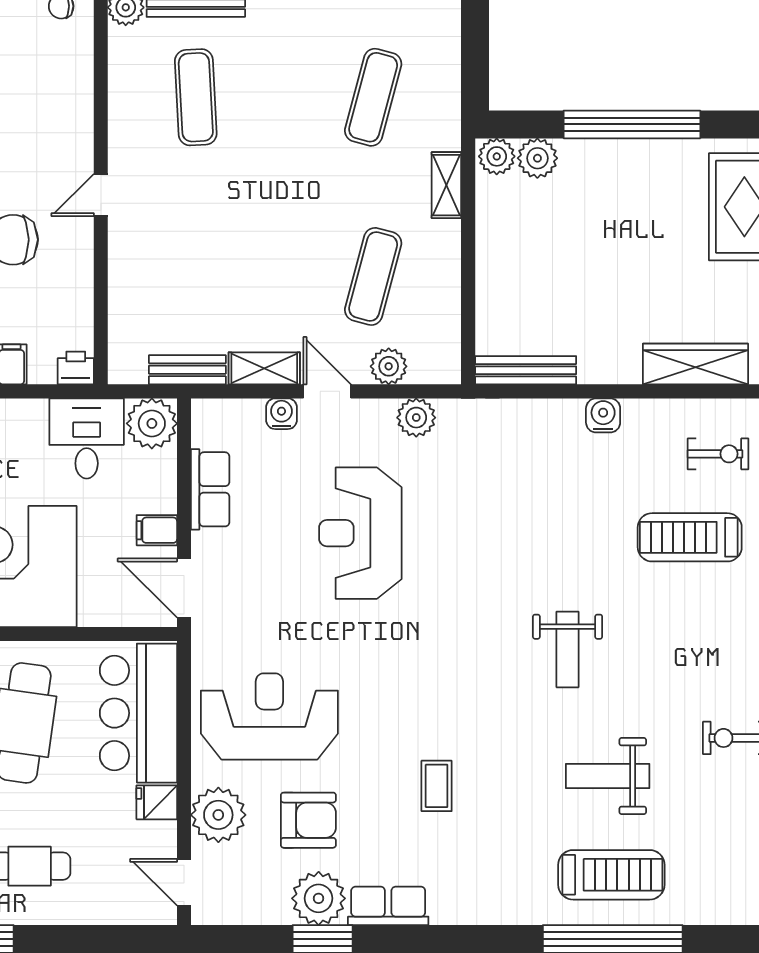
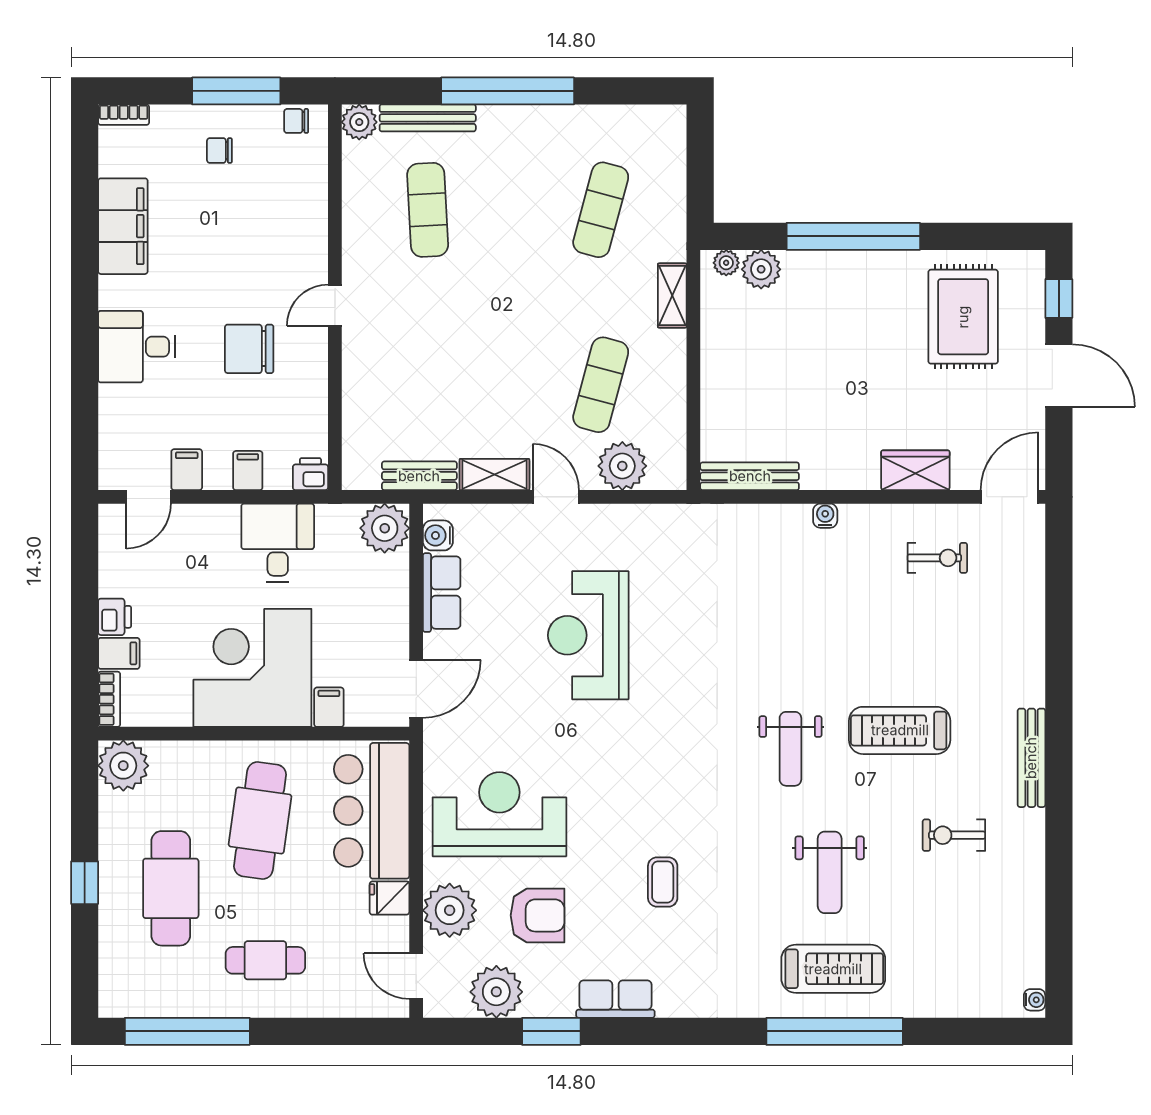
plant: (497, 156) -> (726, 263), width x0.73, depth x0.73
wardrobe: (695, 364) -> (915, 470), width x0.67
plant: (389, 366) -> (622, 466), width x1.36, depth x1.36
water cooler: (281, 414) -> (438, 535), moved, turned -90
water cooler: (603, 415) -> (825, 516), width x0.72, depth x0.72
plant: (416, 418) -> (643, 522), removed
desk: (87, 438) -> (278, 543), moved
filing cabinet: (157, 530) -> (329, 707), moved, turned 90
treadmill: (690, 537) -> (900, 730), moved
door: (184, 588) -> (416, 689), swing flipped
weight bench: (608, 776) -> (830, 872), turned -90
plant: (319, 898) -> (496, 992), moved

